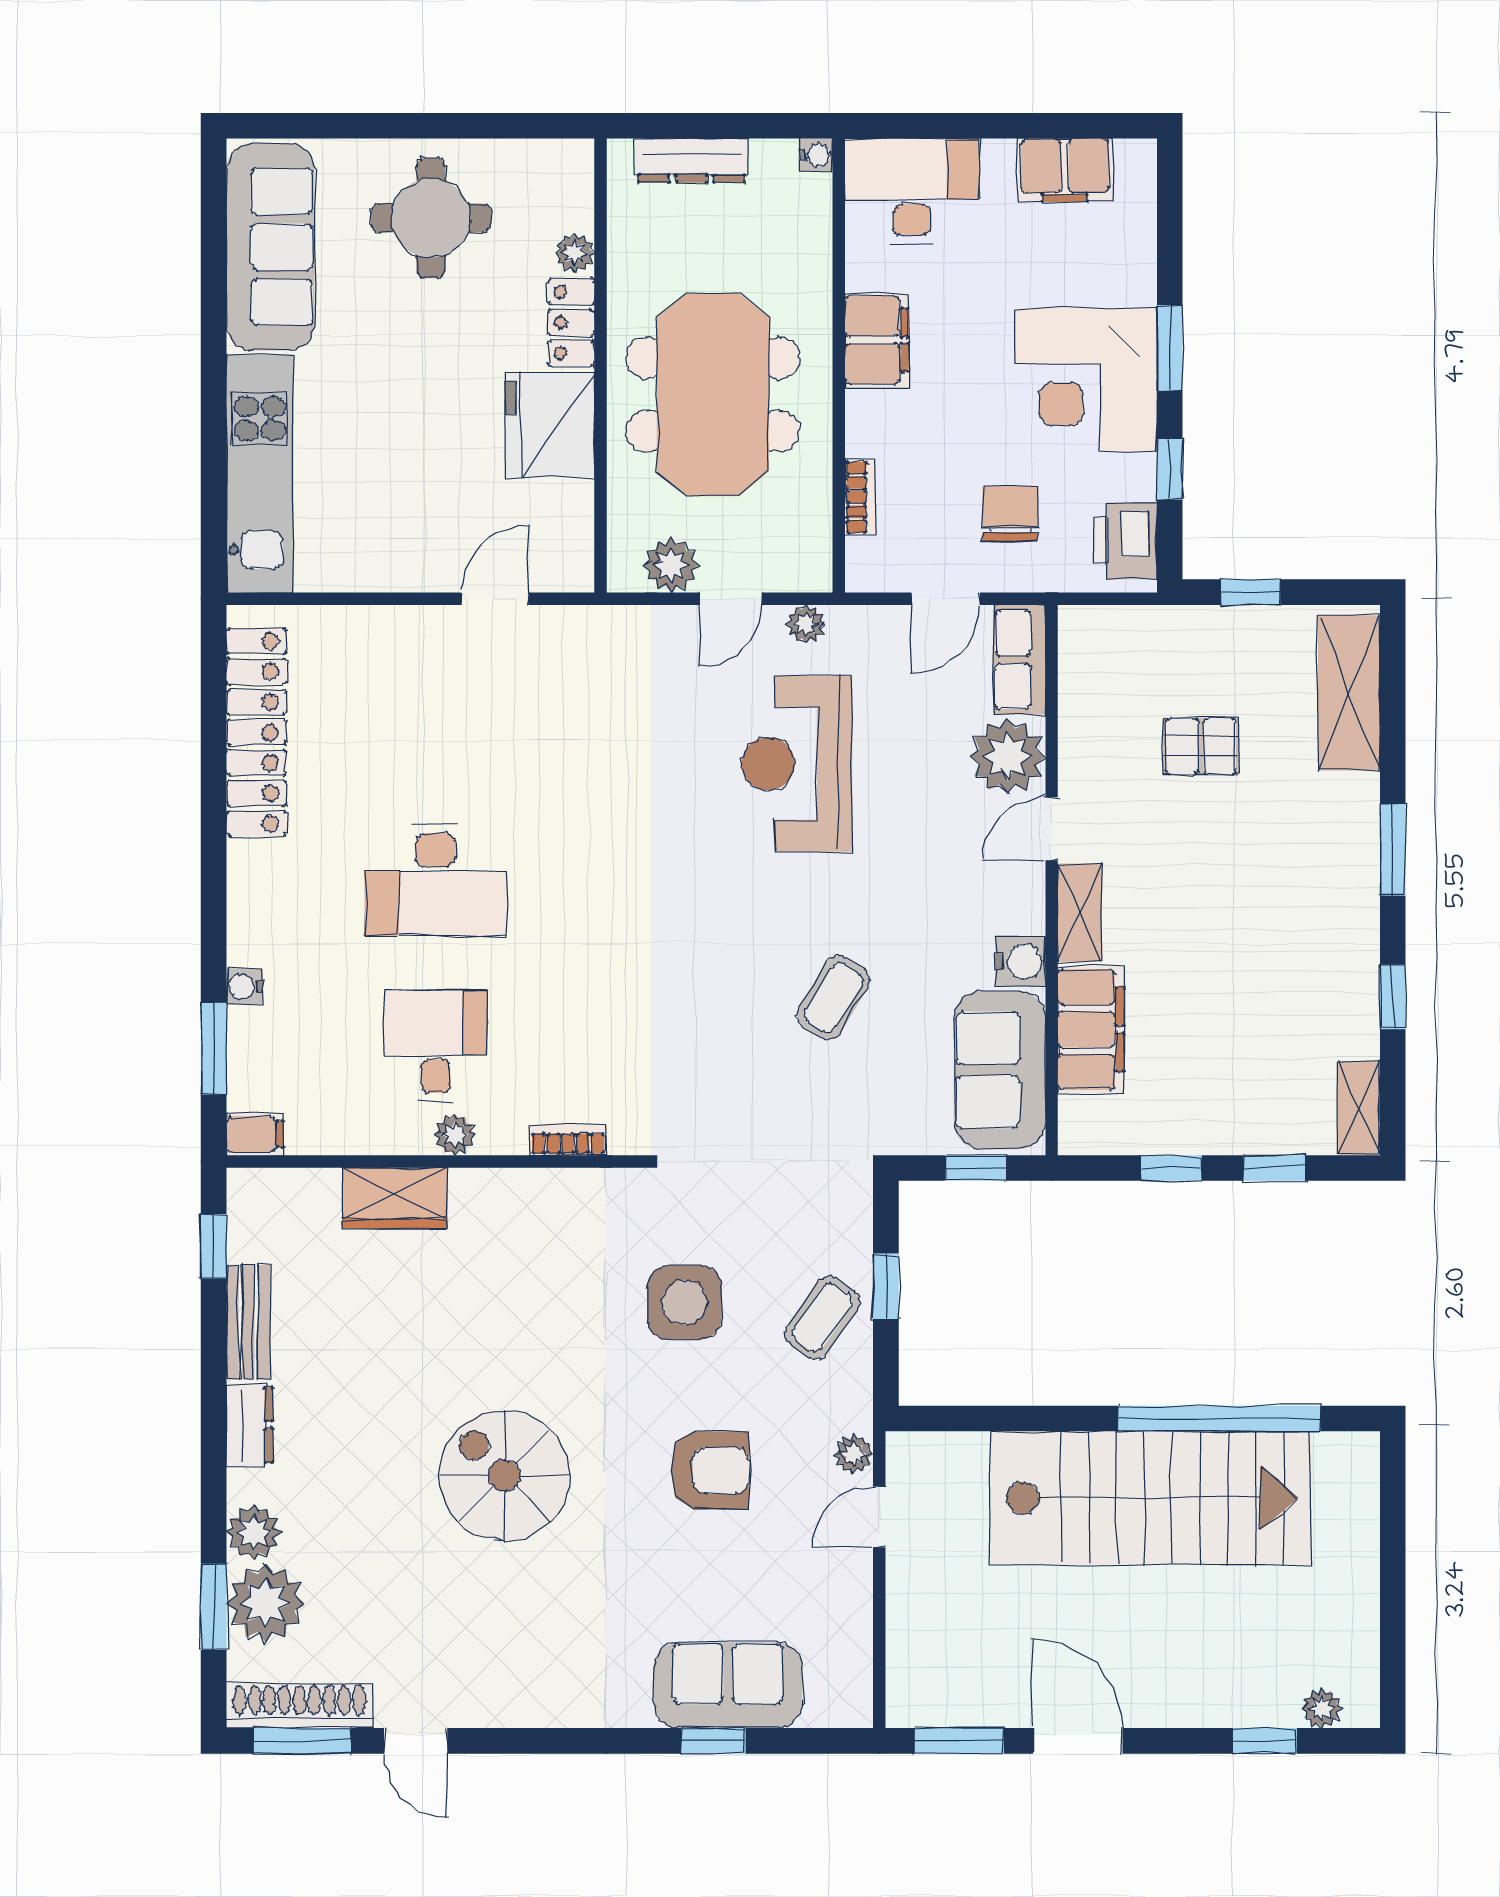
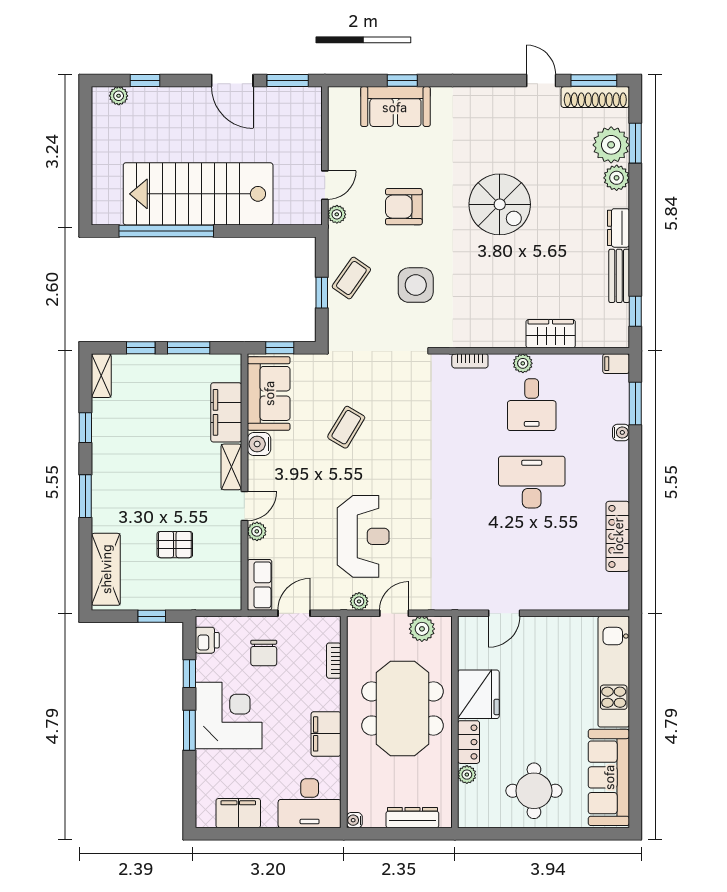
printer: (1125, 541) -> (207, 640), width x0.73, depth x0.81
locker: (256, 732) -> (618, 536), width x0.71, depth x0.83
plant: (1007, 757) -> (257, 531), width x0.53, depth x0.53
window: (1171, 1168) -> (189, 348), width x1.50

